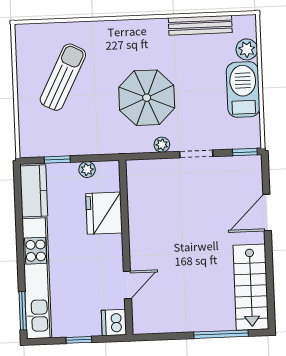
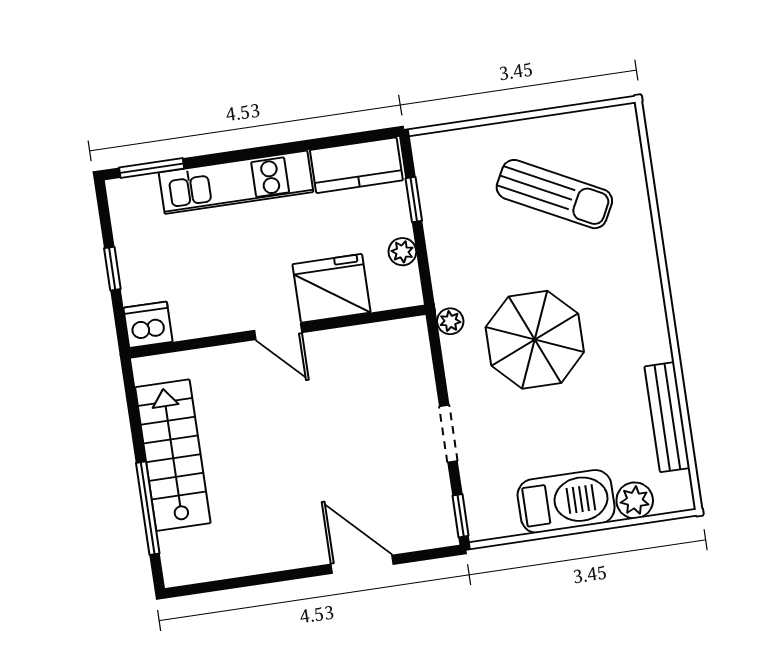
plant: (162, 145) -> (450, 321), moved
kitchen unit: (37, 278) -> (236, 182), width x0.73
door: (127, 285) -> (278, 331), moved
stairs: (251, 287) -> (173, 455), moved, turned 90

